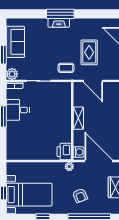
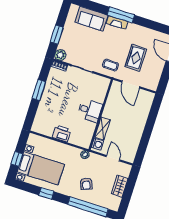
sofa: (15, 42) -> (91, 19), moved, turned 90
desk: (18, 110) -> (90, 110), moved, turned 180
shelving: (78, 118) -> (102, 128), moved
printer: (64, 152) -> (61, 134), moved, turned 90
door: (99, 161) -> (113, 158), width x0.53

